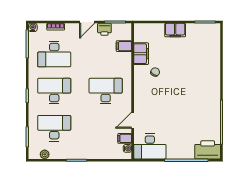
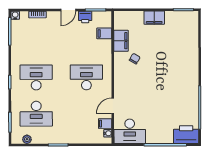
desk: (54, 54) -> (36, 41), removed
desk: (54, 128) -> (36, 114), turned 180

